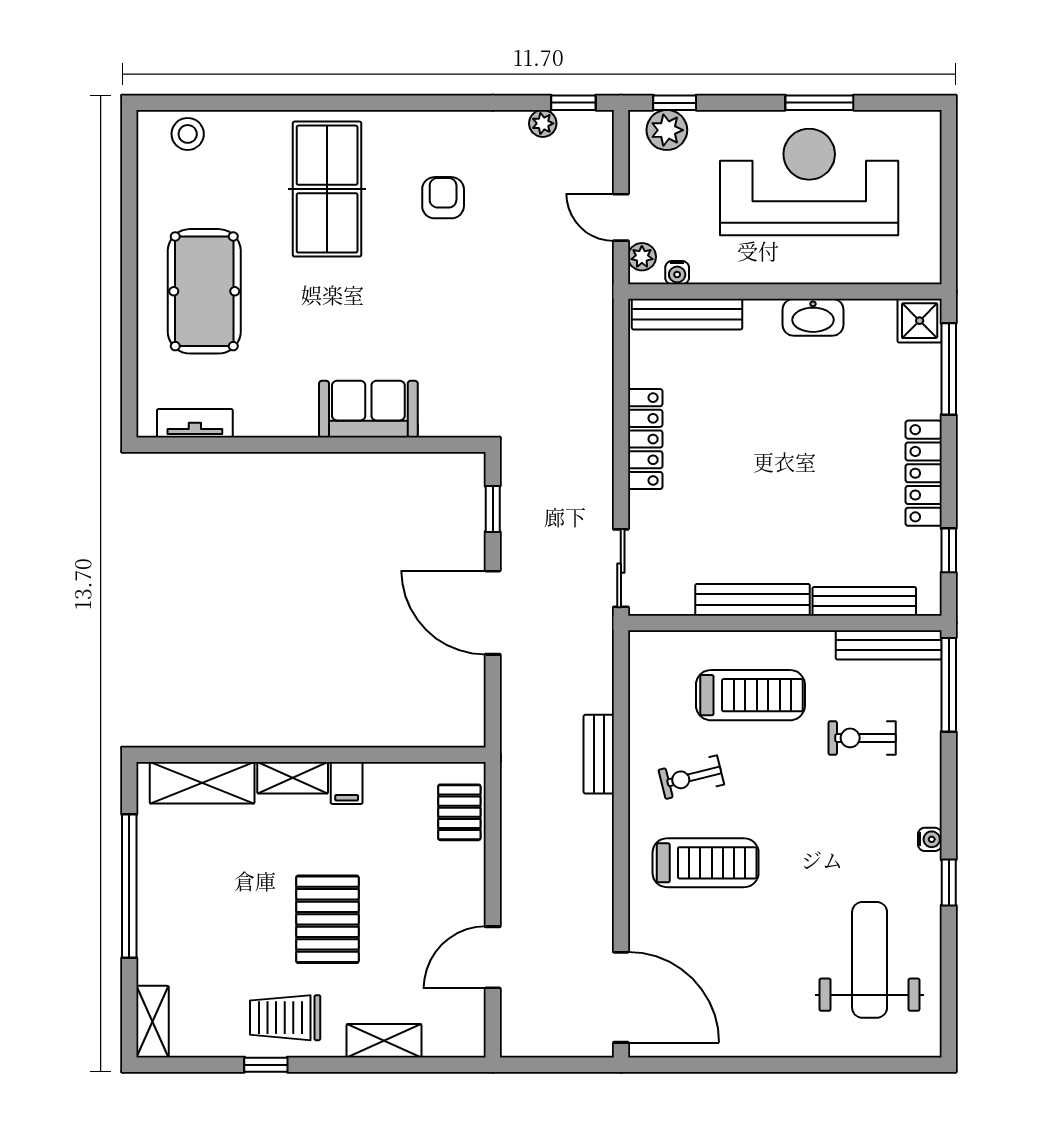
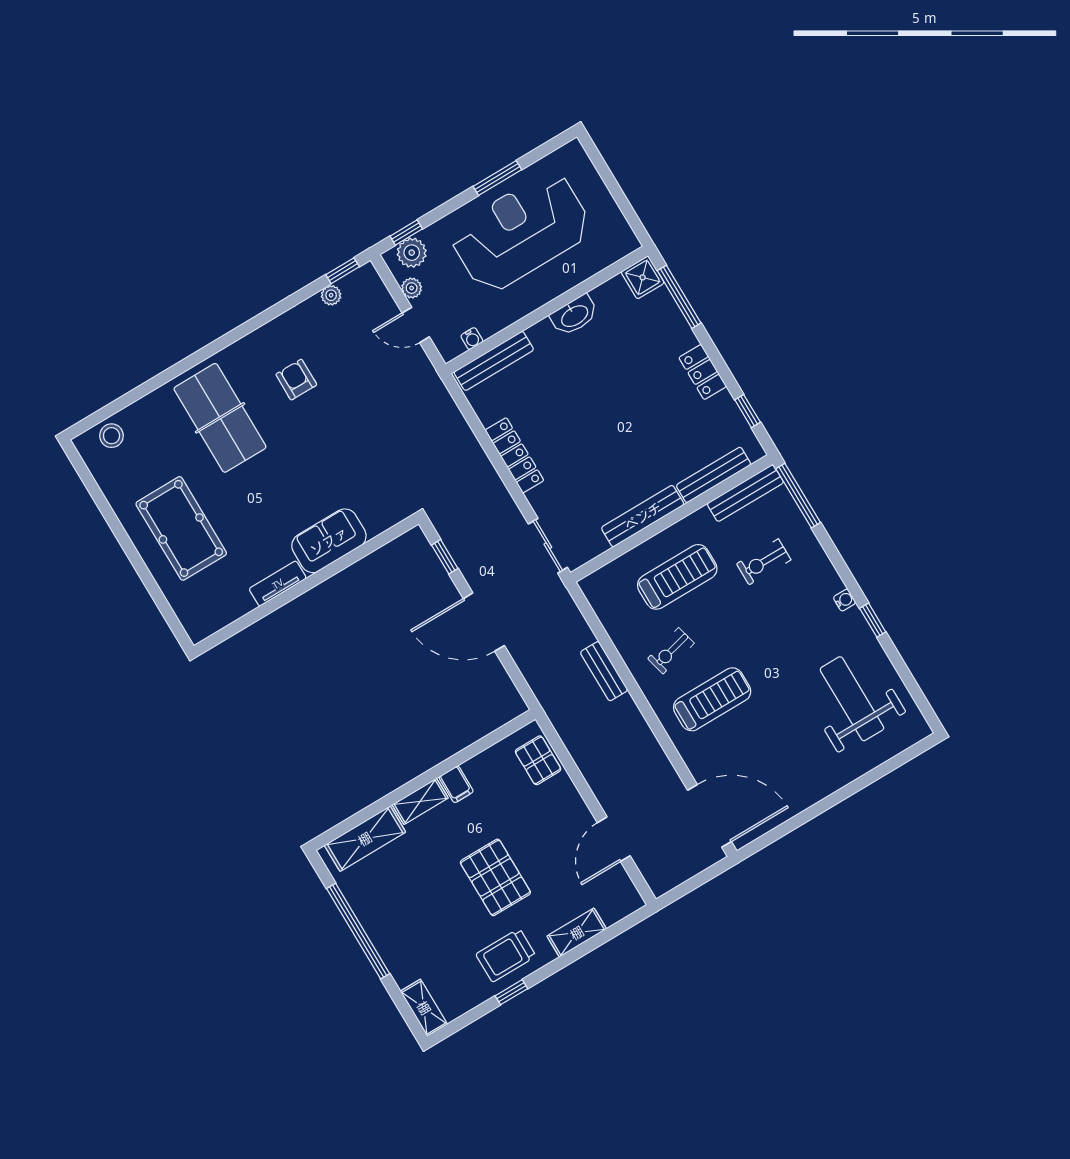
plant: (642, 257) -> (412, 288), moved
tv unit: (195, 423) -> (278, 584), moved
locker: (924, 473) -> (703, 372), width x0.66

